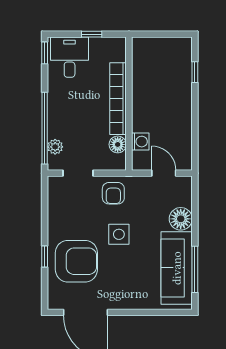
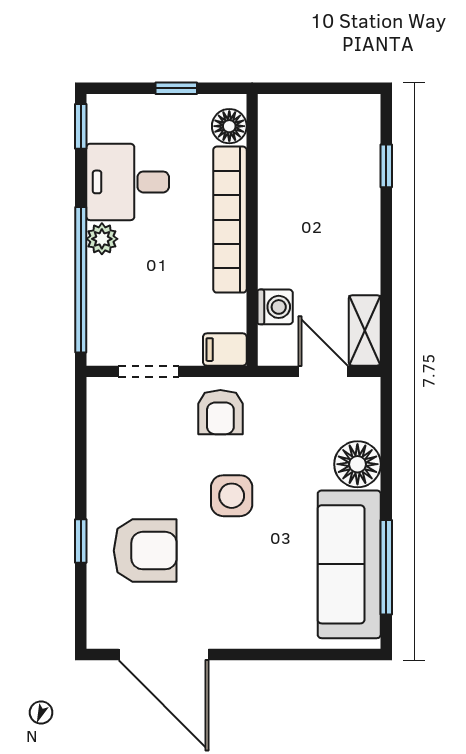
desk: (70, 57) -> (128, 182), moved, turned -90
floor lamp: (118, 144) -> (229, 126), moved
plant: (55, 147) -> (102, 239), moved
shelving: (184, 153) -> (365, 330), added
filing cabinet: (116, 162) -> (225, 350), added
armchair: (76, 261) -> (145, 551), width x0.73, depth x0.73

